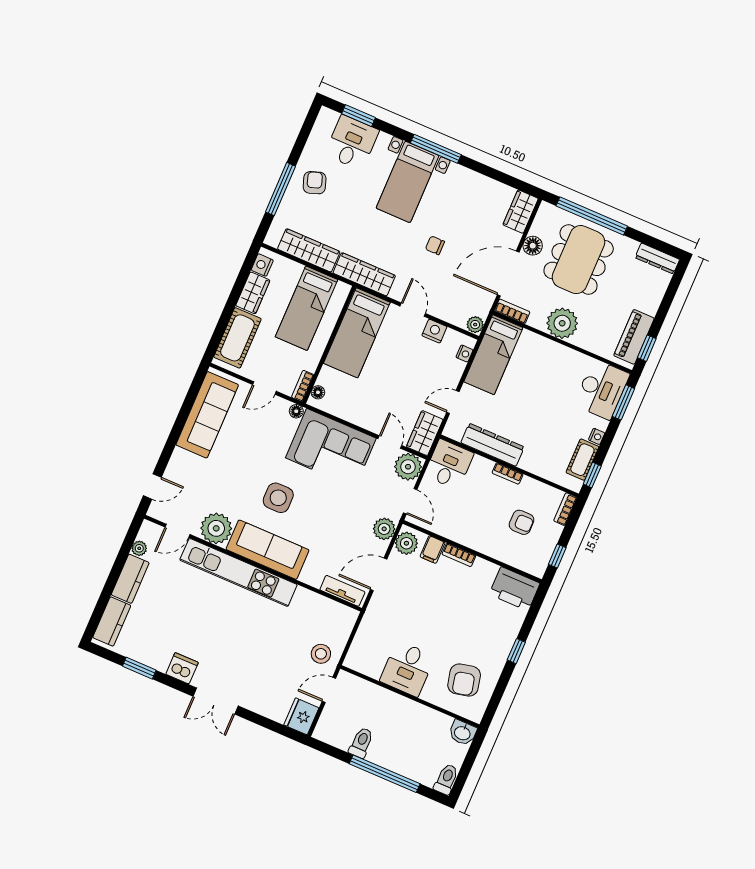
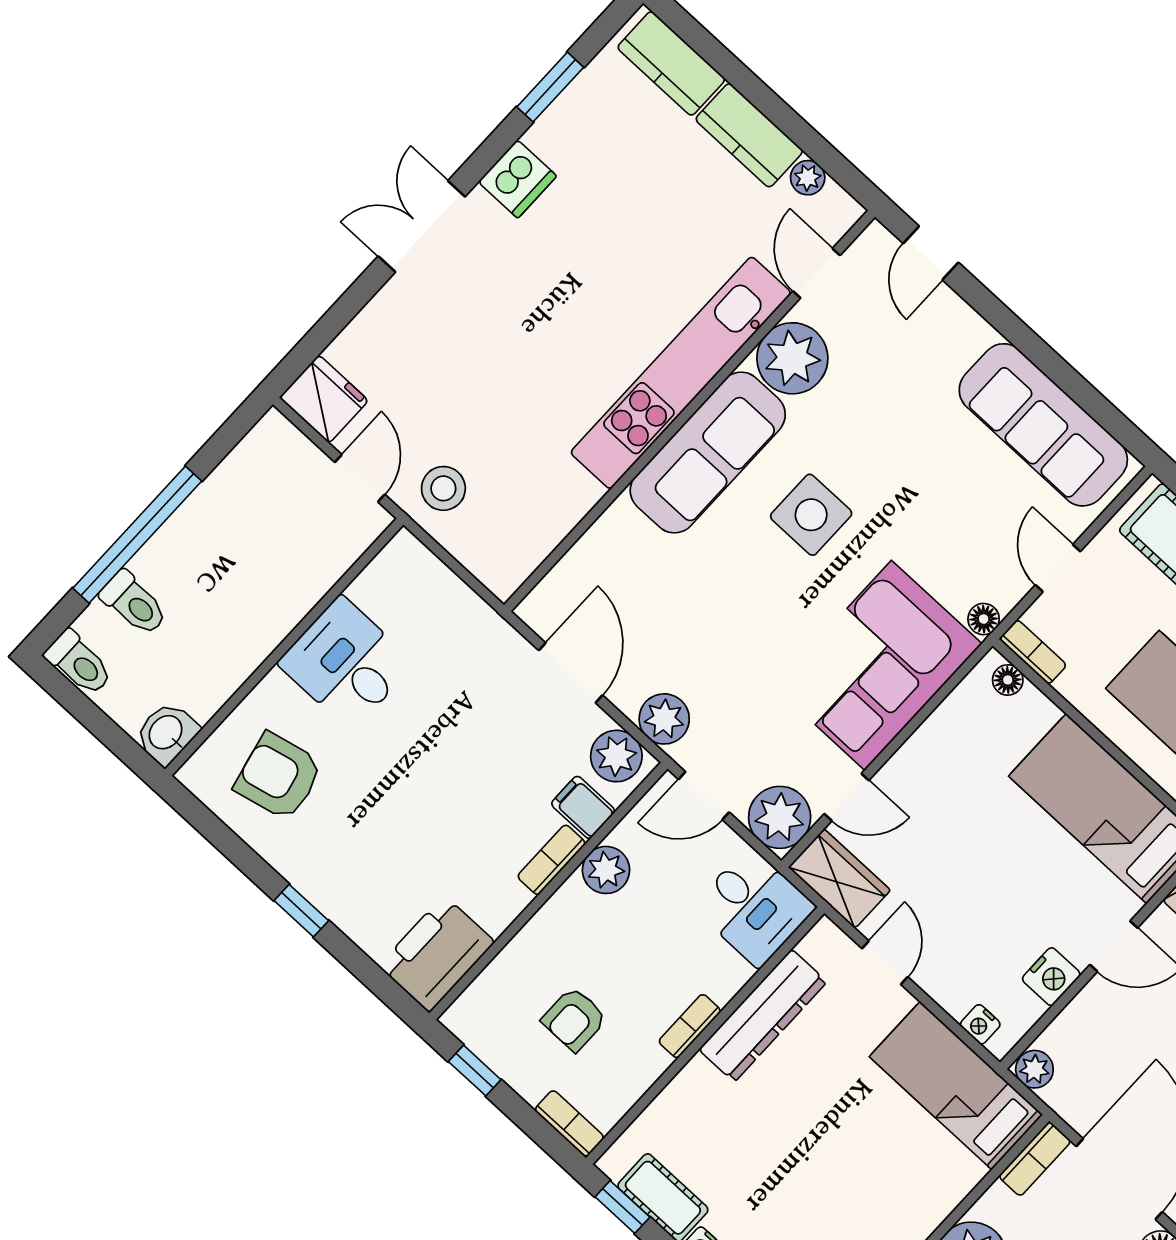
plant: (455, 531) -> (606, 870), added
tv unit: (342, 591) -> (563, 582), removed
toilet: (361, 743) -> (134, 603), moved

